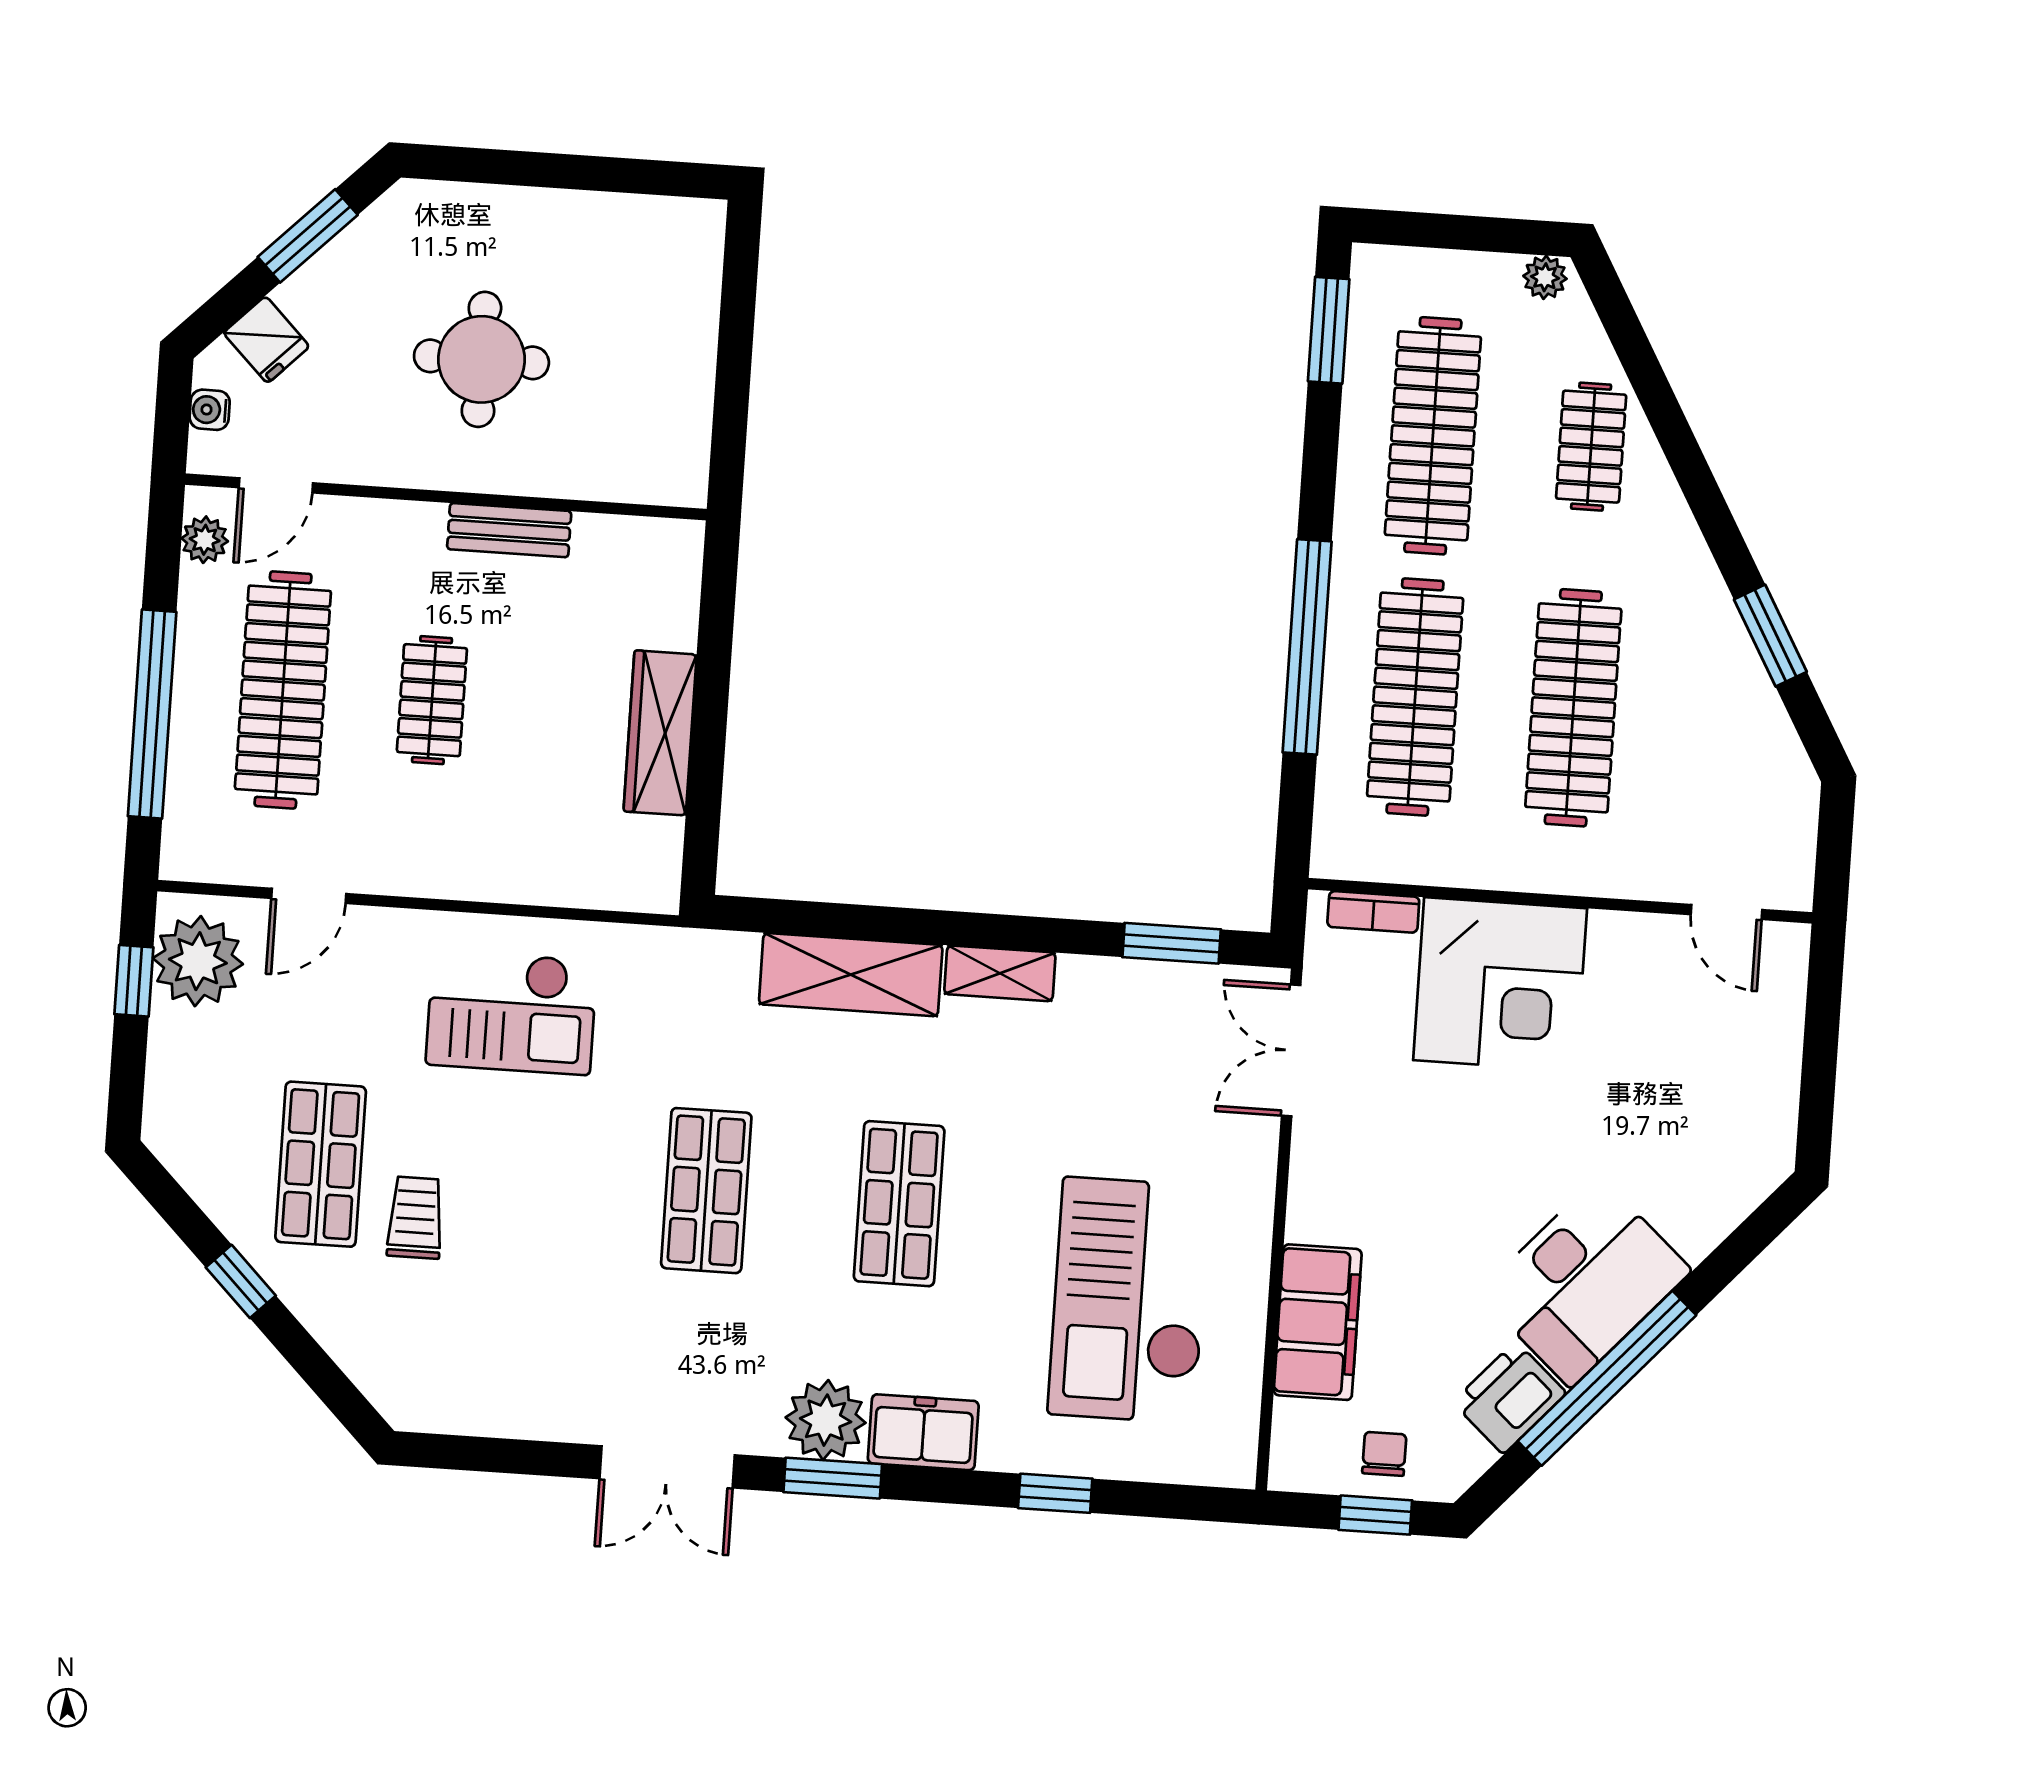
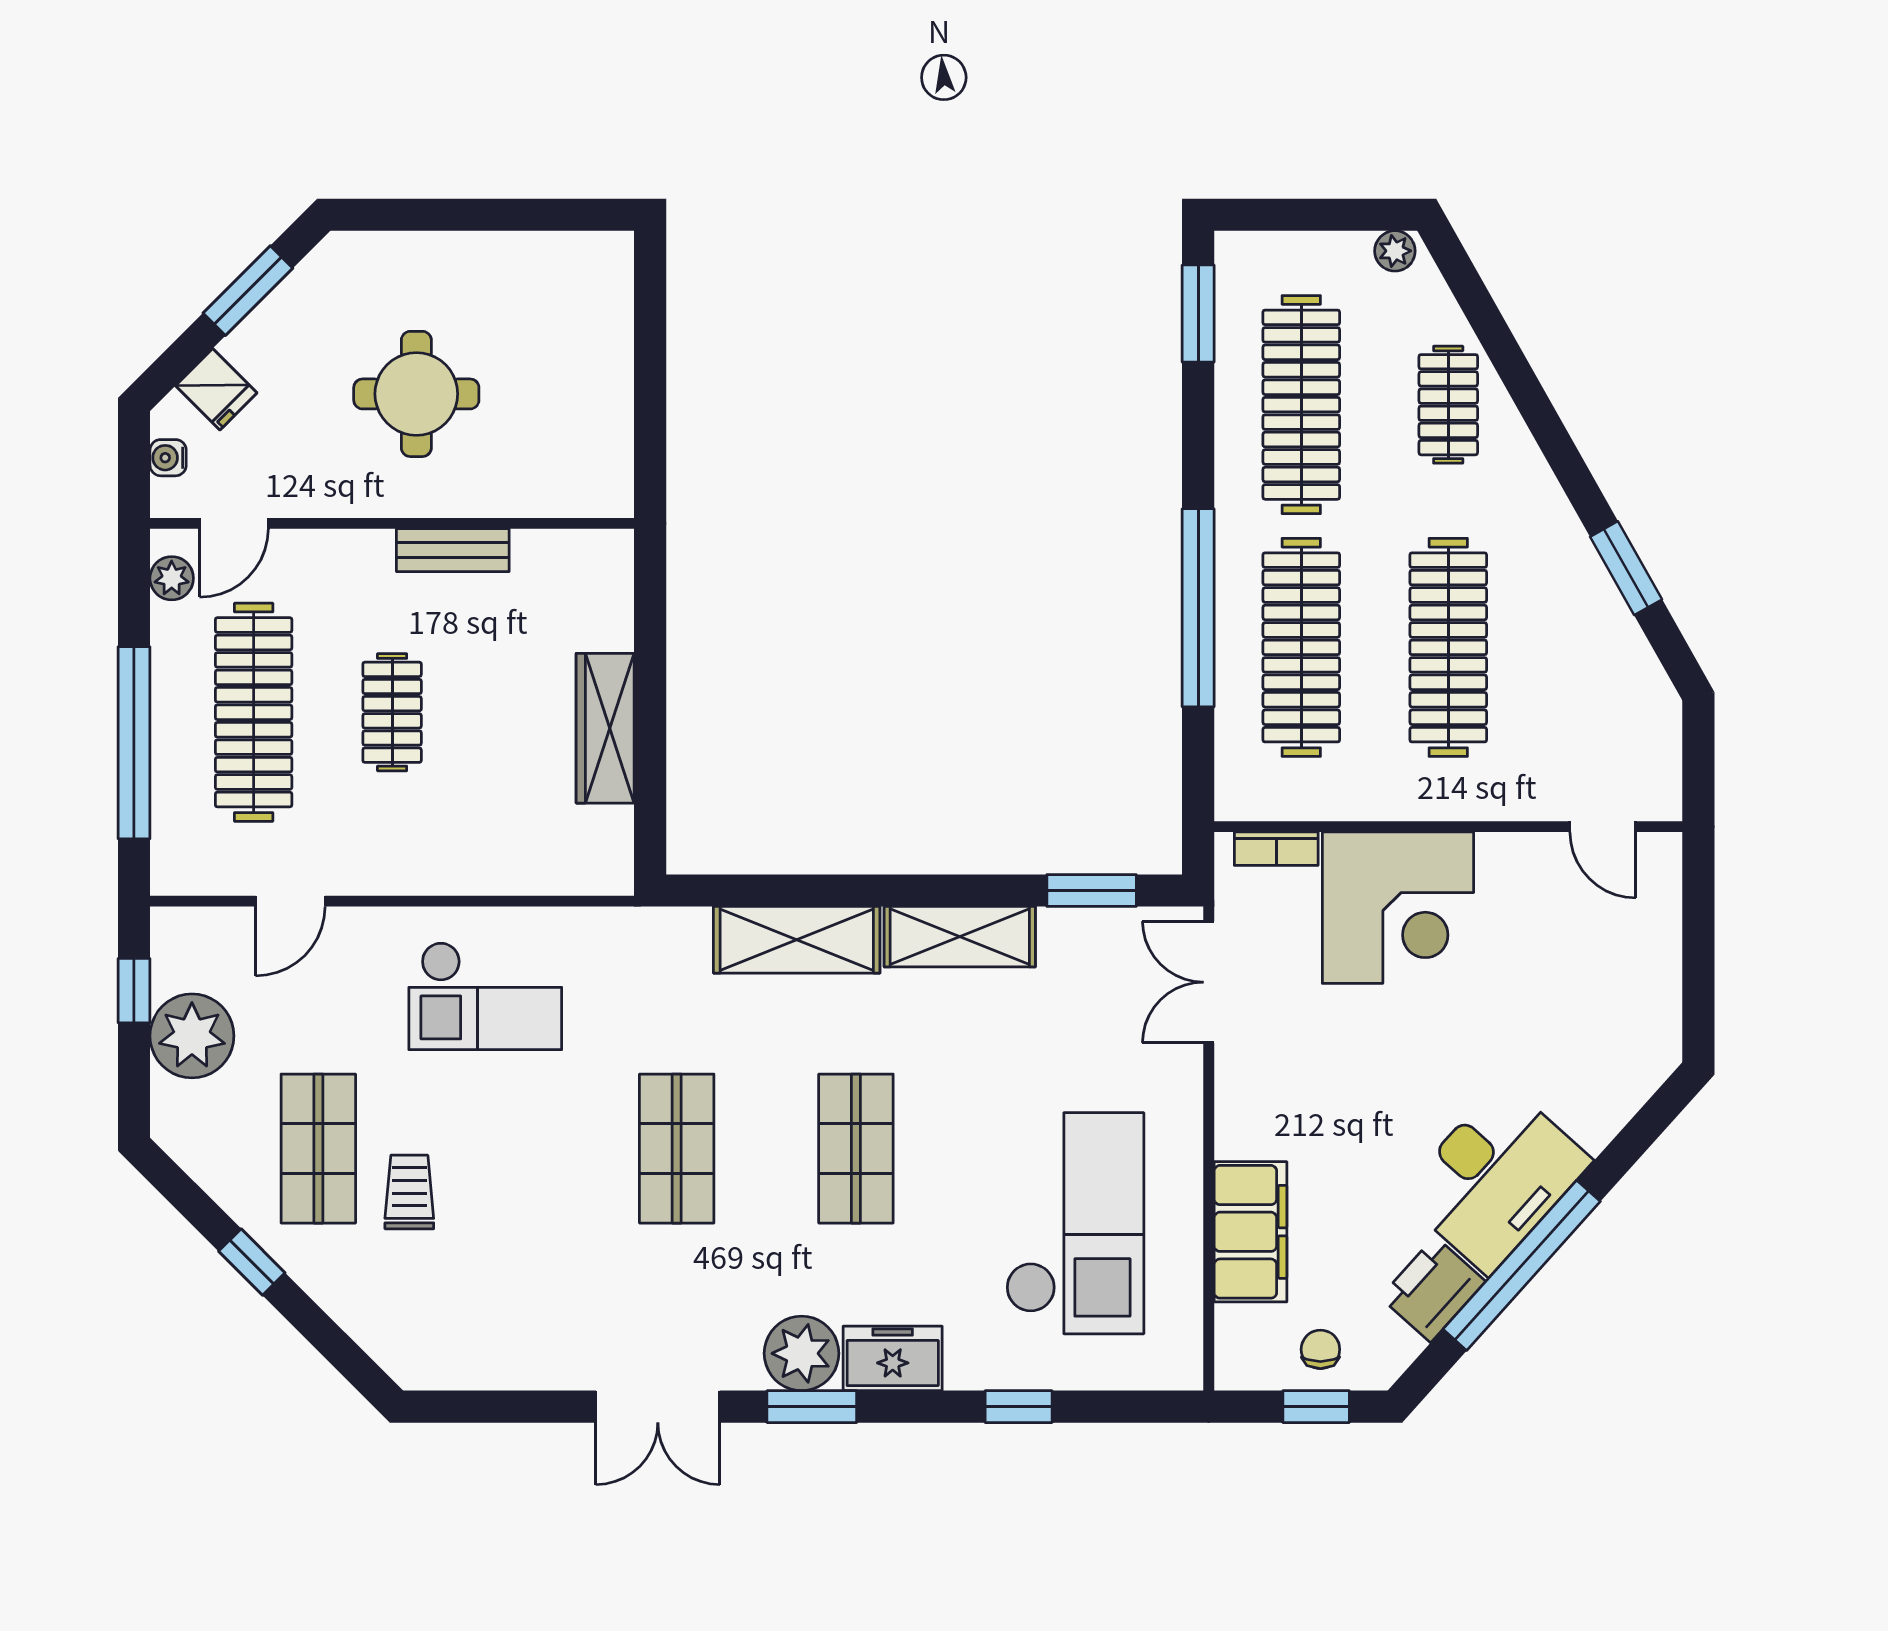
plant: (198, 961) -> (192, 1036), moved
shelving: (1000, 973) -> (960, 937), width x1.50, depth x1.33
checkout: (1129, 1300) -> (1075, 1223), turned 180

